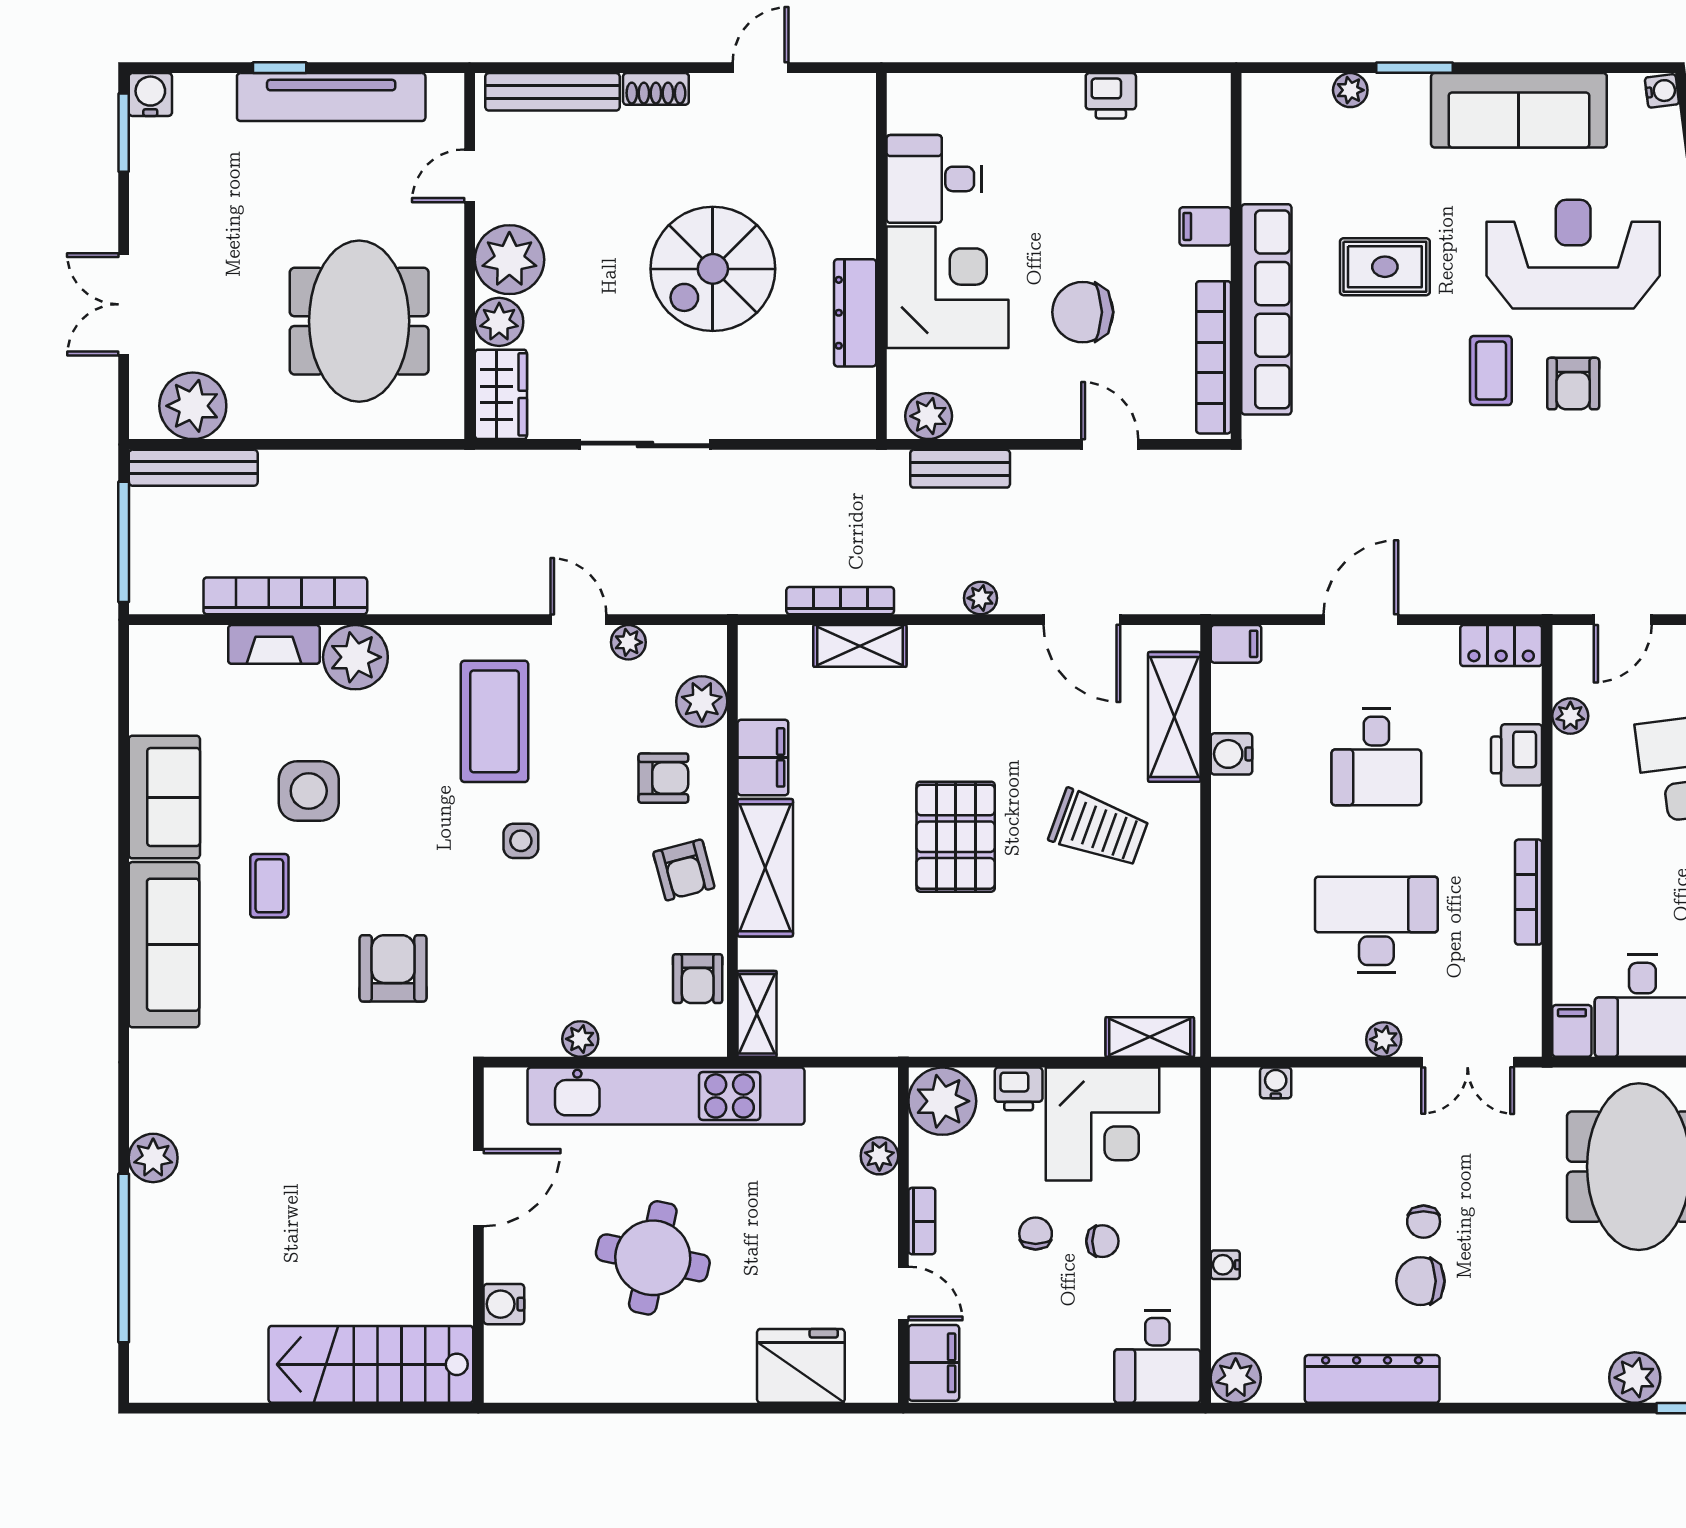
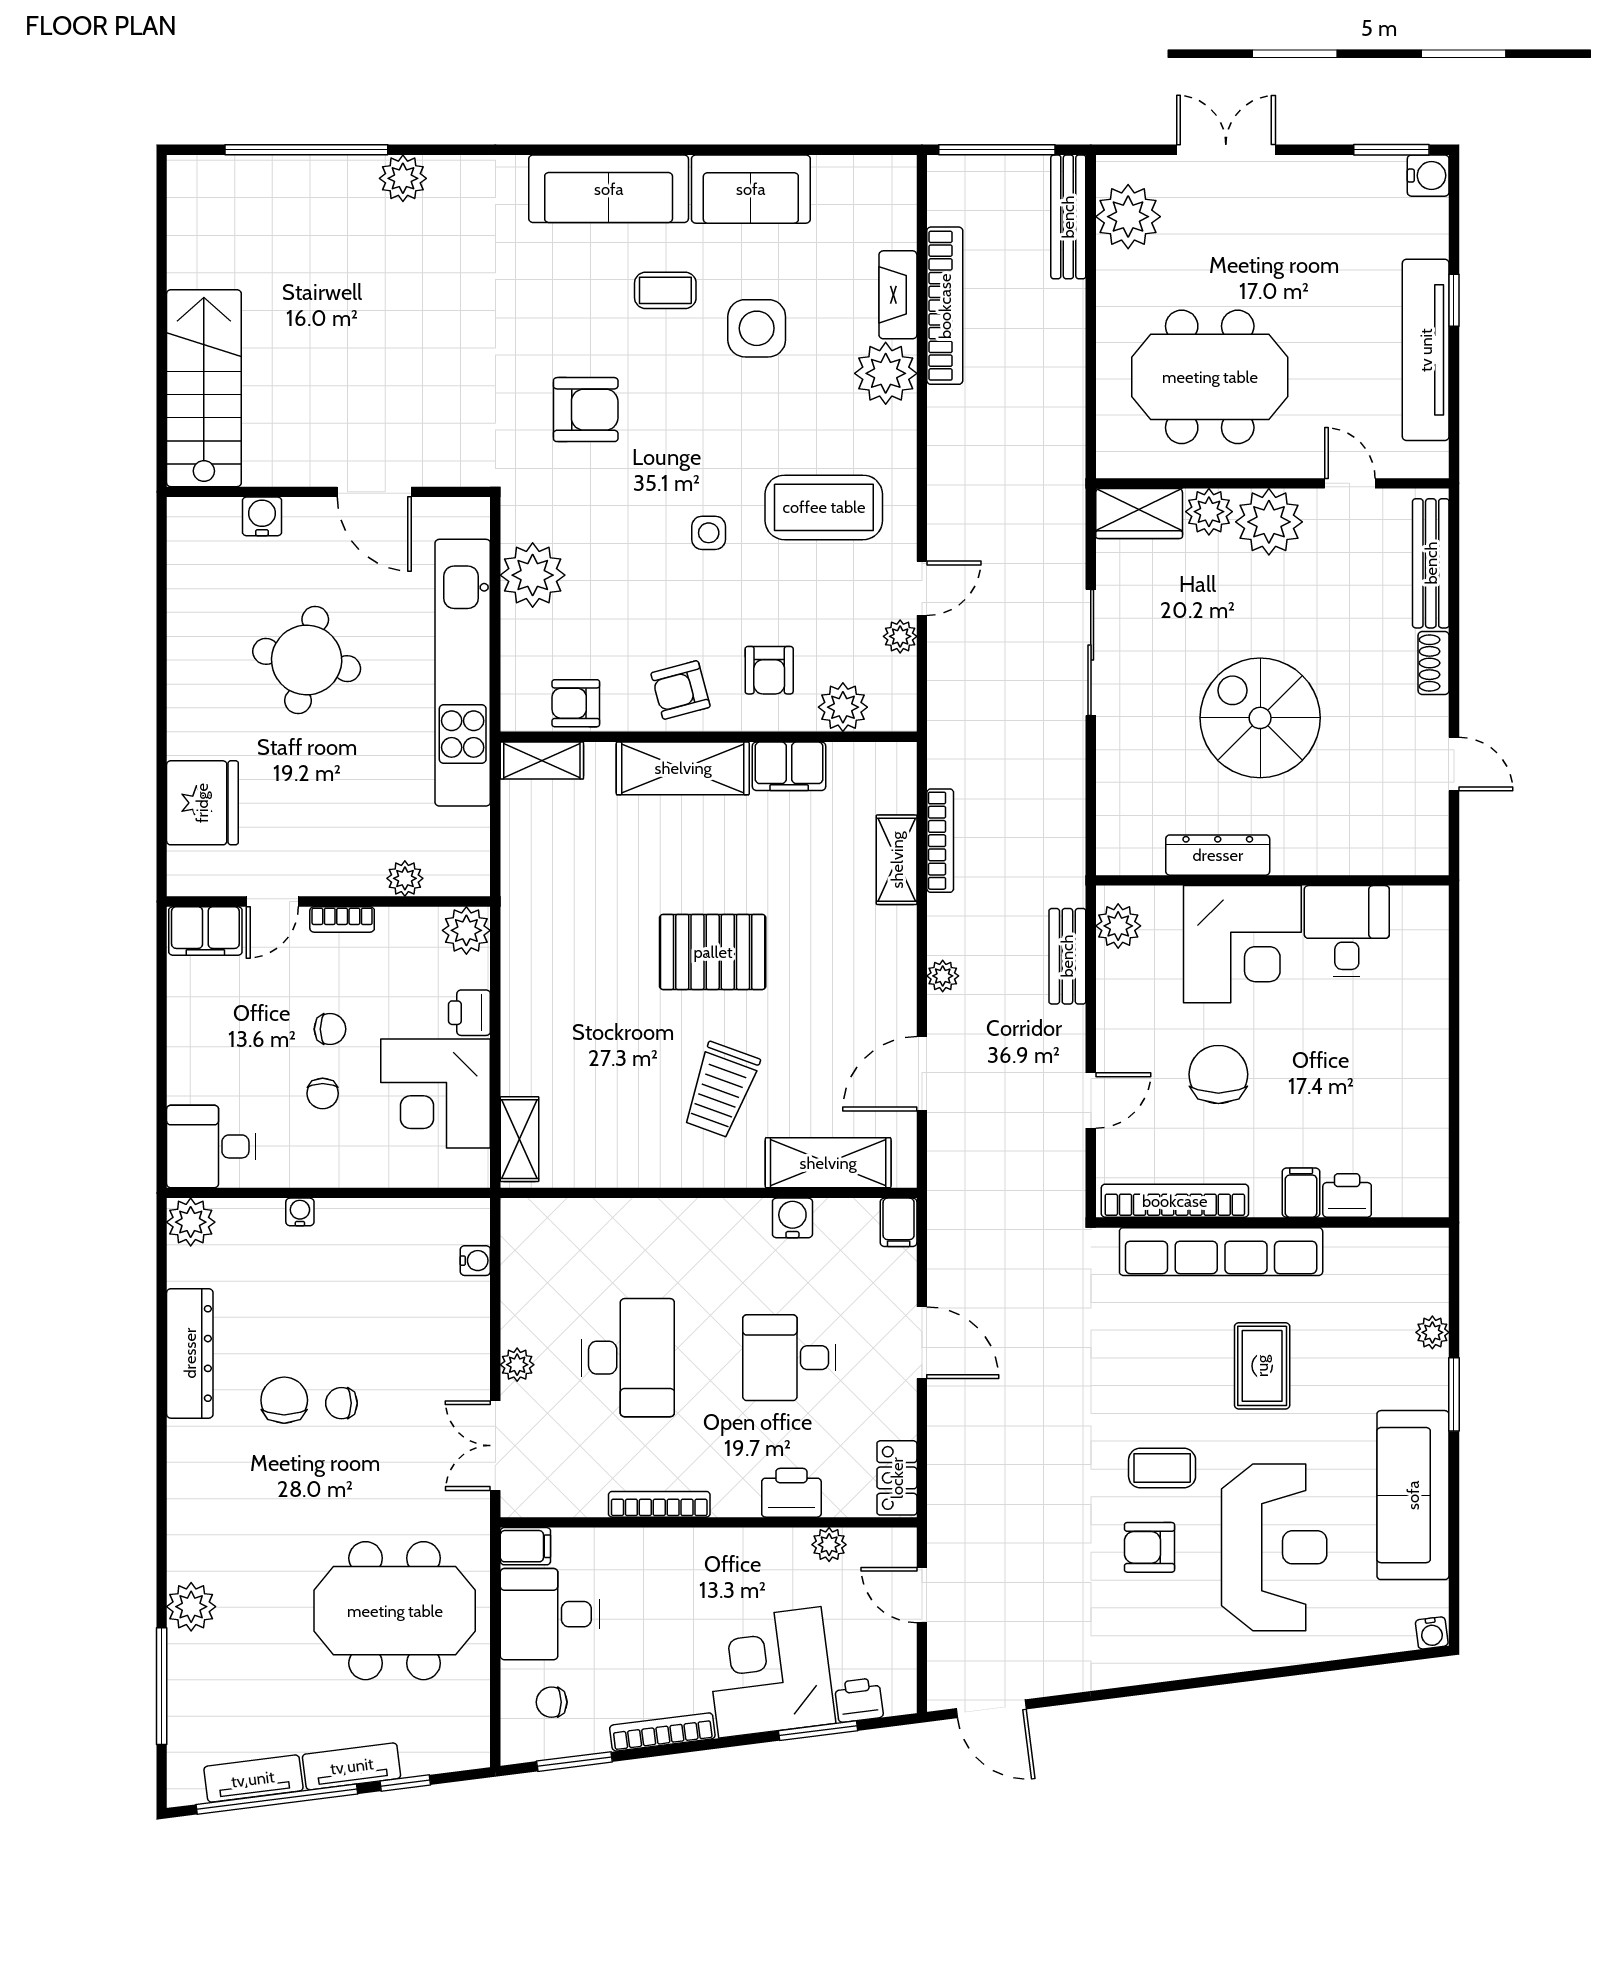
printer: (1111, 96) -> (1347, 1195), moved, turned 90
plant: (580, 1039) -> (533, 575), width x1.88, depth x1.88
plant: (942, 1101) -> (466, 930), width x0.73, depth x0.73

